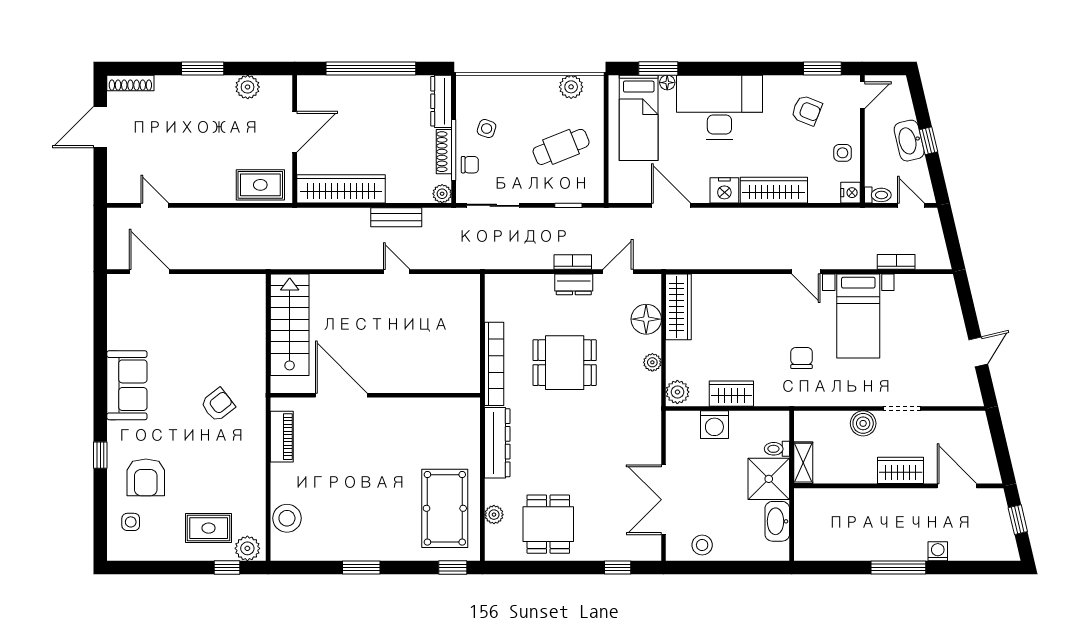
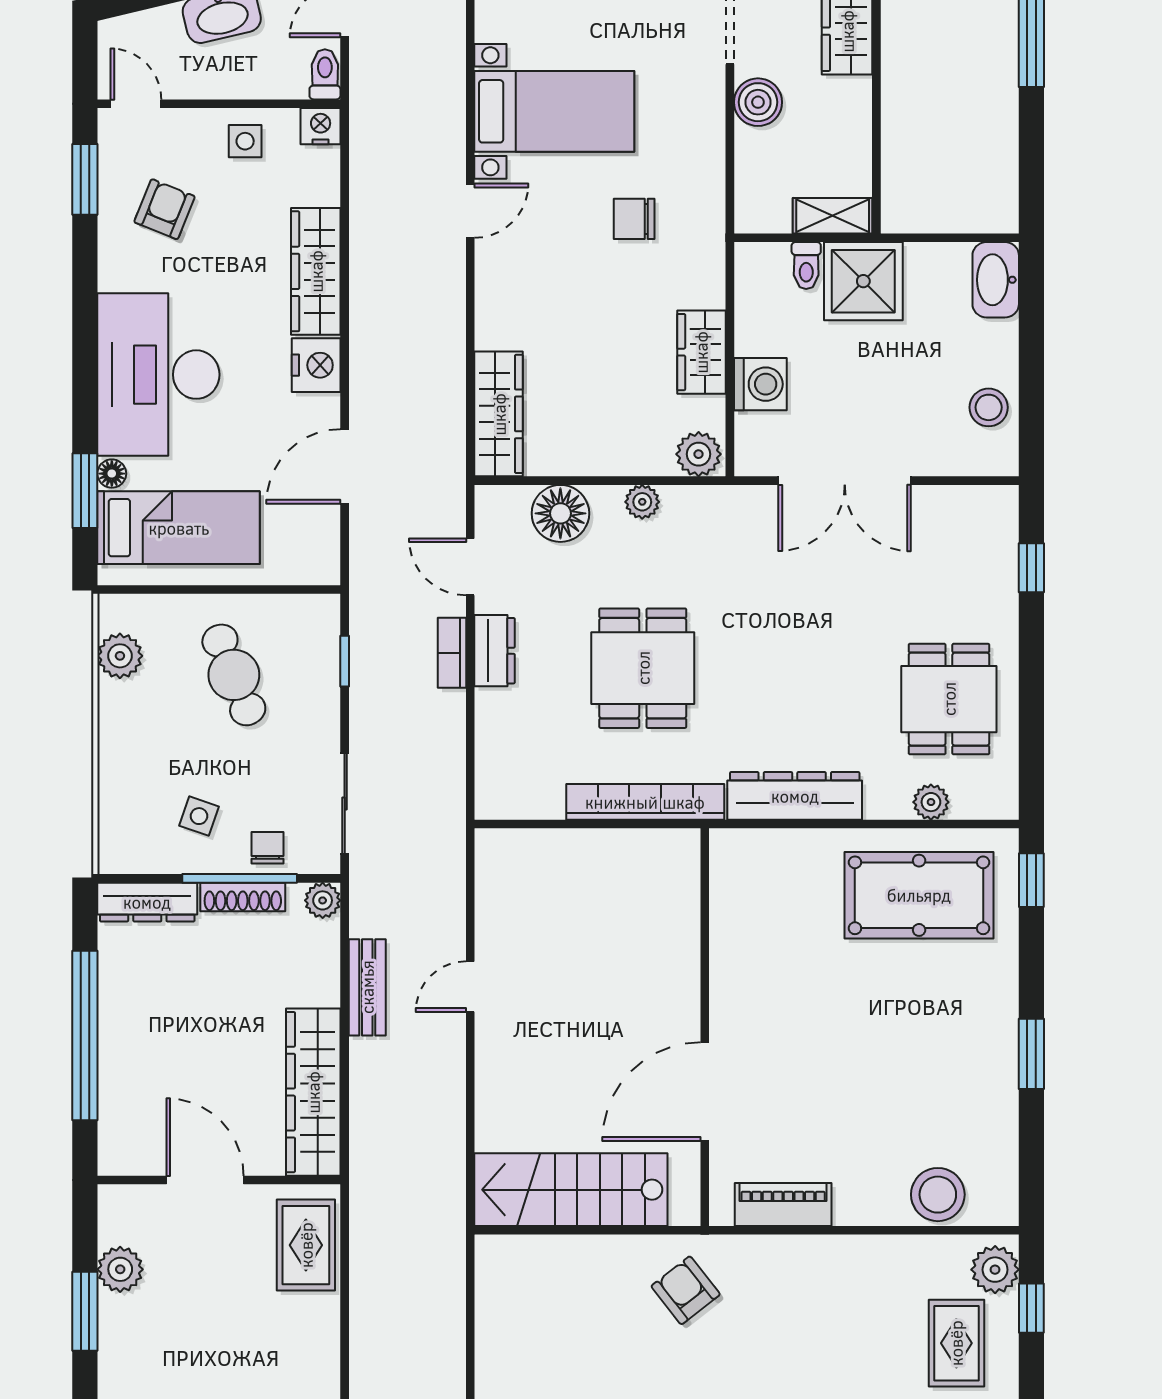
window: (203, 68) -> (85, 1311), moved
bookcase: (896, 262) -> (452, 40), removed
wardrobe: (678, 307) -> (499, 414), moved, turned 90
armchair: (218, 405) -> (686, 1290), moved
double door: (664, 500) -> (845, 481), moved
washbasin: (777, 521) -> (996, 280), moved, turned 90
dining table: (548, 524) -> (949, 699), turned 90

